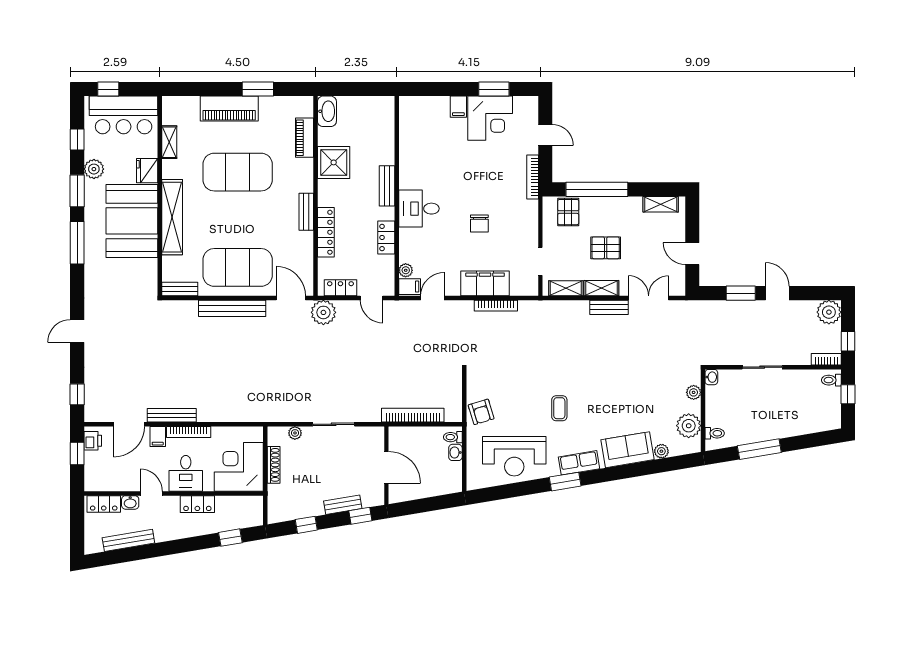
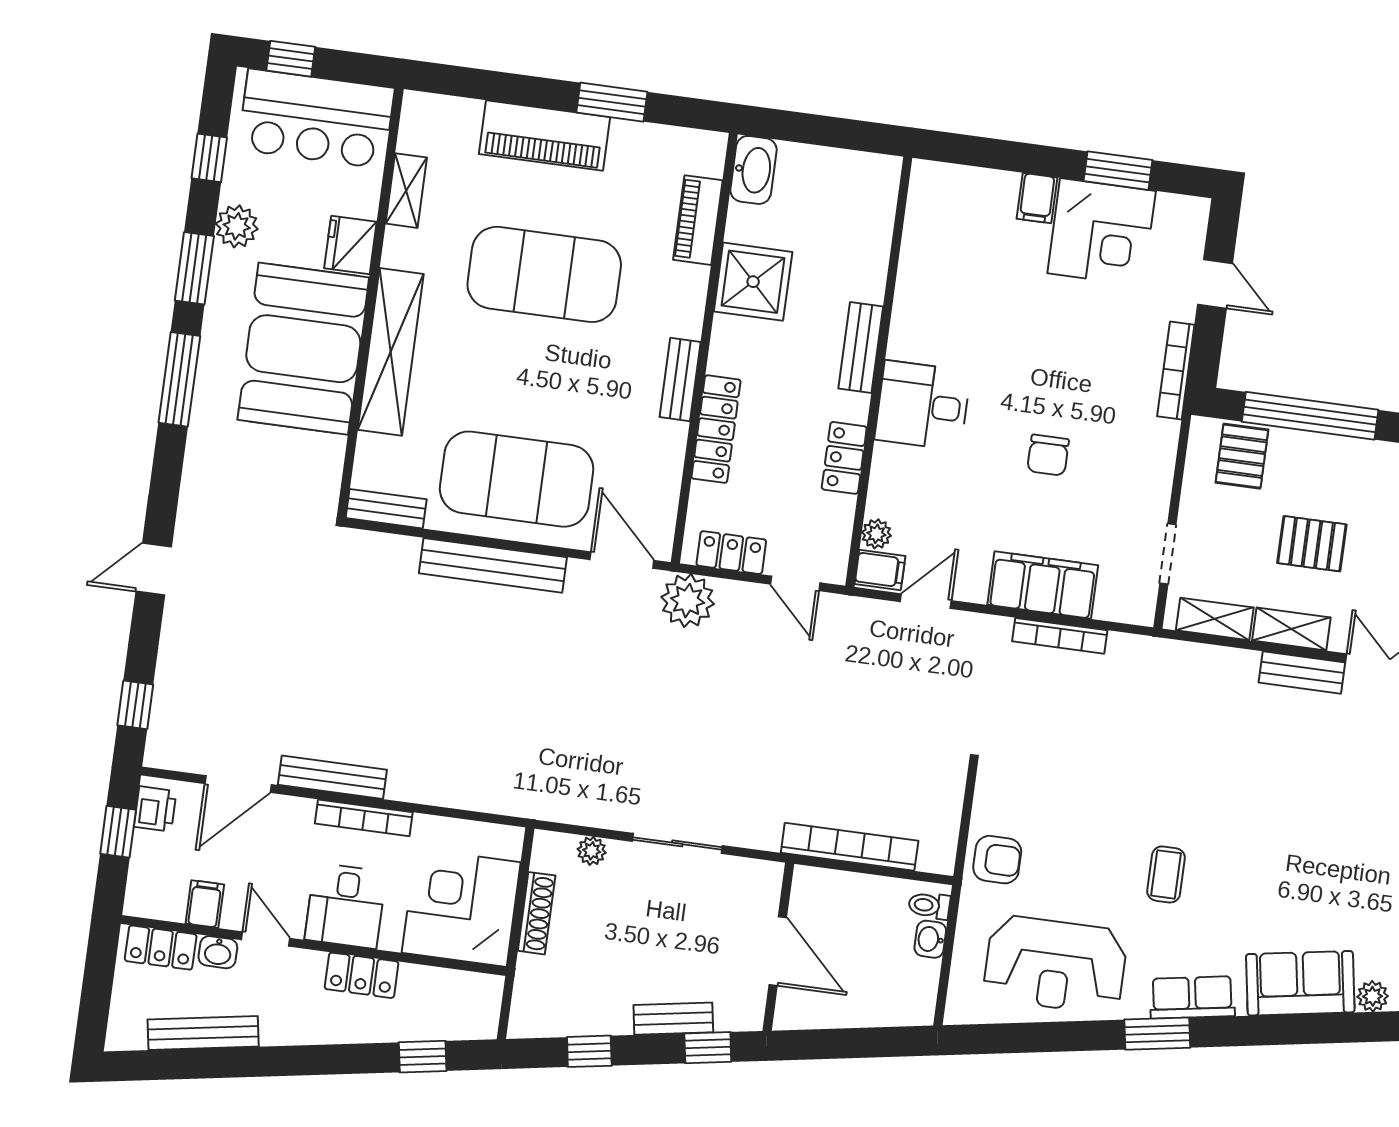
armchair: (481, 412) -> (997, 860), turned -73
filing cabinet: (158, 436) -> (205, 904), moved, turned 180

